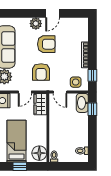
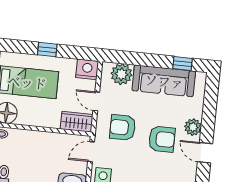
armchair: (46, 44) -> (162, 139), turned -90

